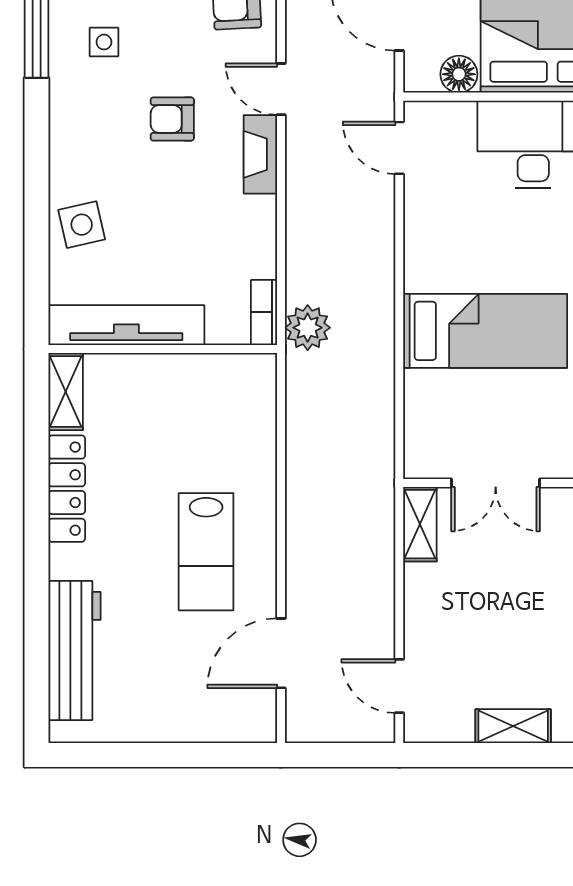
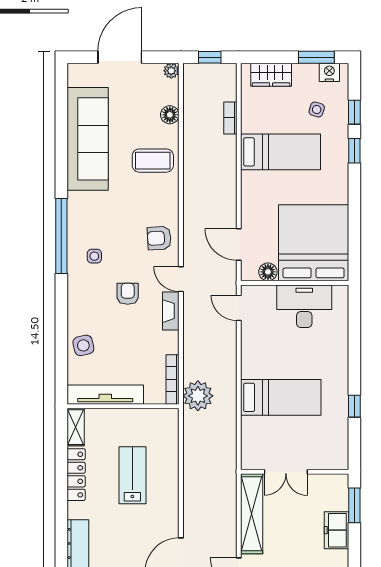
armchair: (172, 119) -> (128, 294), turned 90
bookcase: (264, 312) -> (173, 379), width x1.56
plant: (308, 328) -> (198, 396), width x1.36, depth x1.36
shelving: (420, 524) -> (252, 514), width x2.20, depth x1.33
lab bench: (206, 552) -> (132, 475), moved, turned 180

